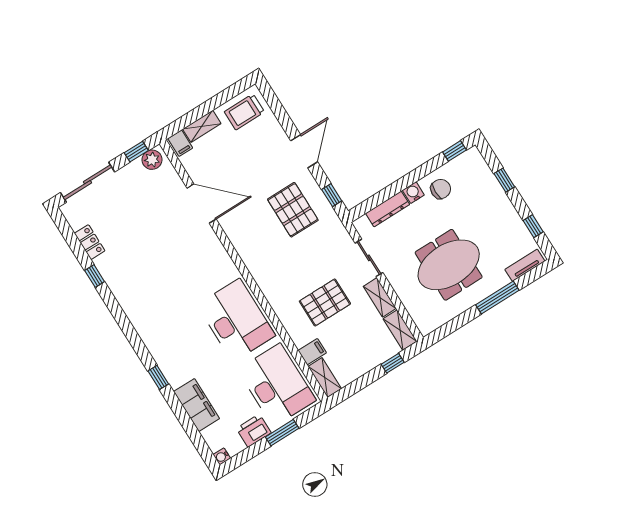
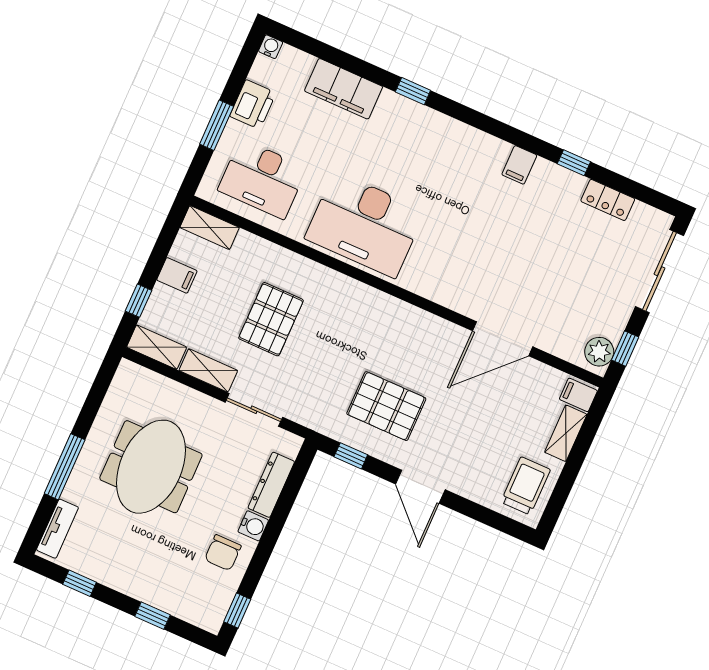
filing cabinet: (126, 295) -> (519, 165), added
filing cabinet: (312, 352) -> (177, 275), moved, turned -90
desk: (277, 385) -> (262, 179), width x0.73, depth x0.77

